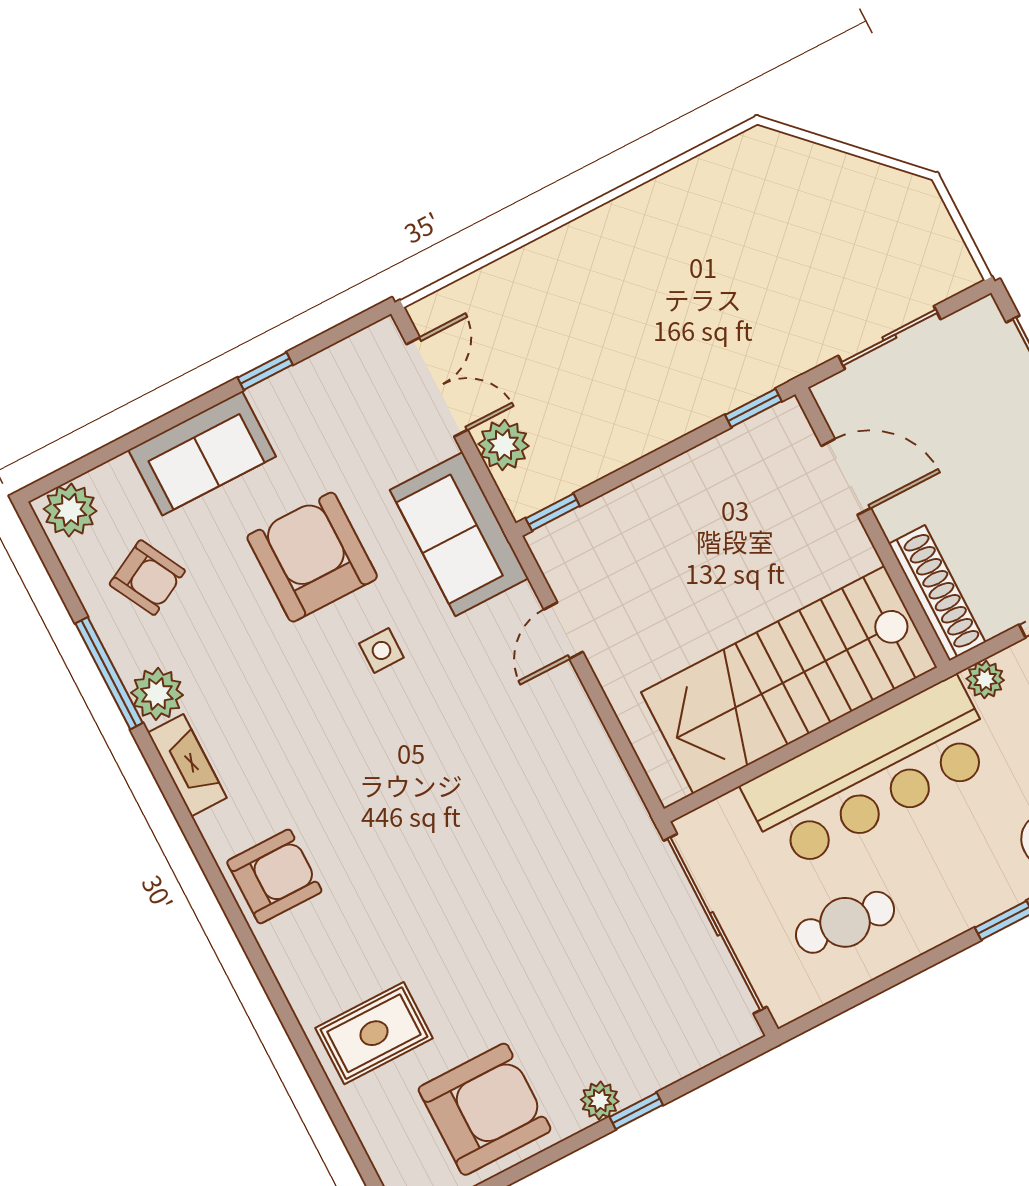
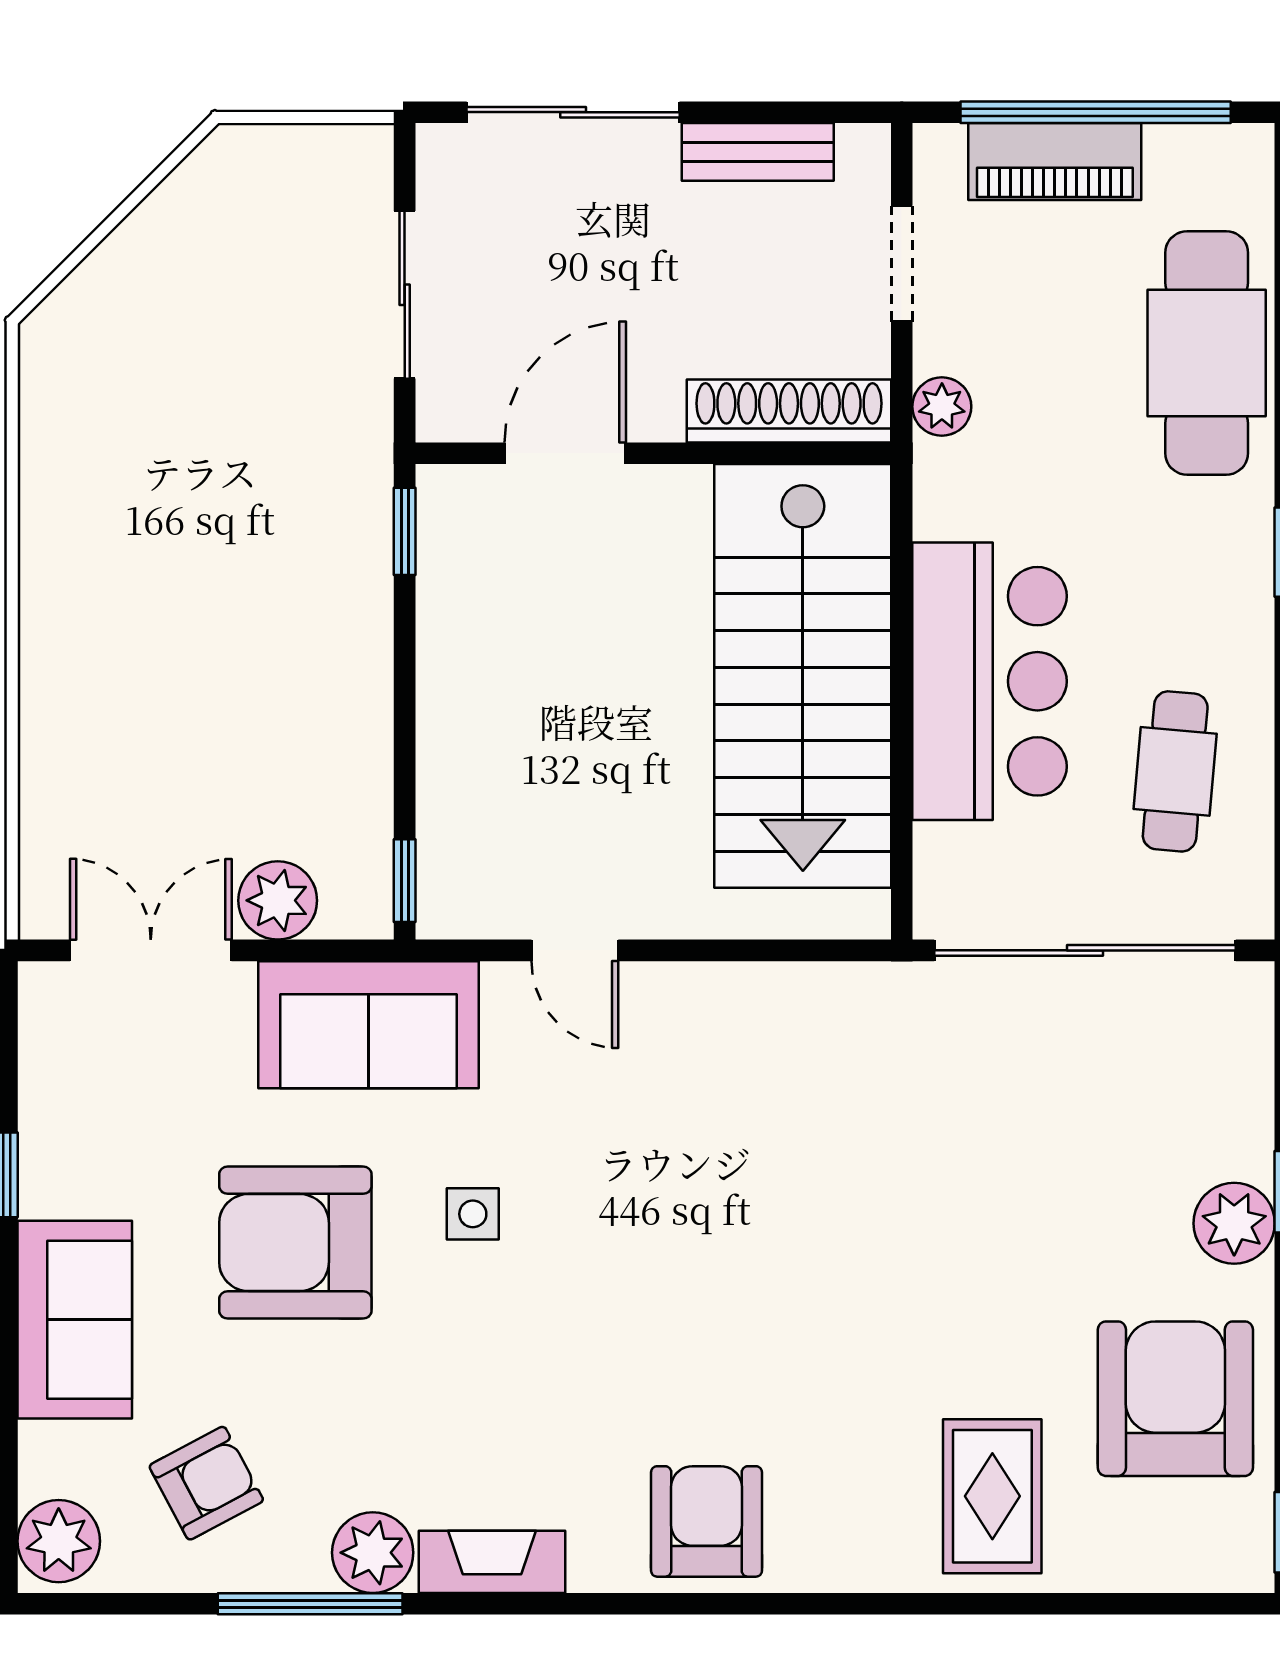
bar counter: (871, 774) -> (990, 681), width x0.73
plant: (600, 1100) -> (1234, 1223), width x1.38, depth x1.38

